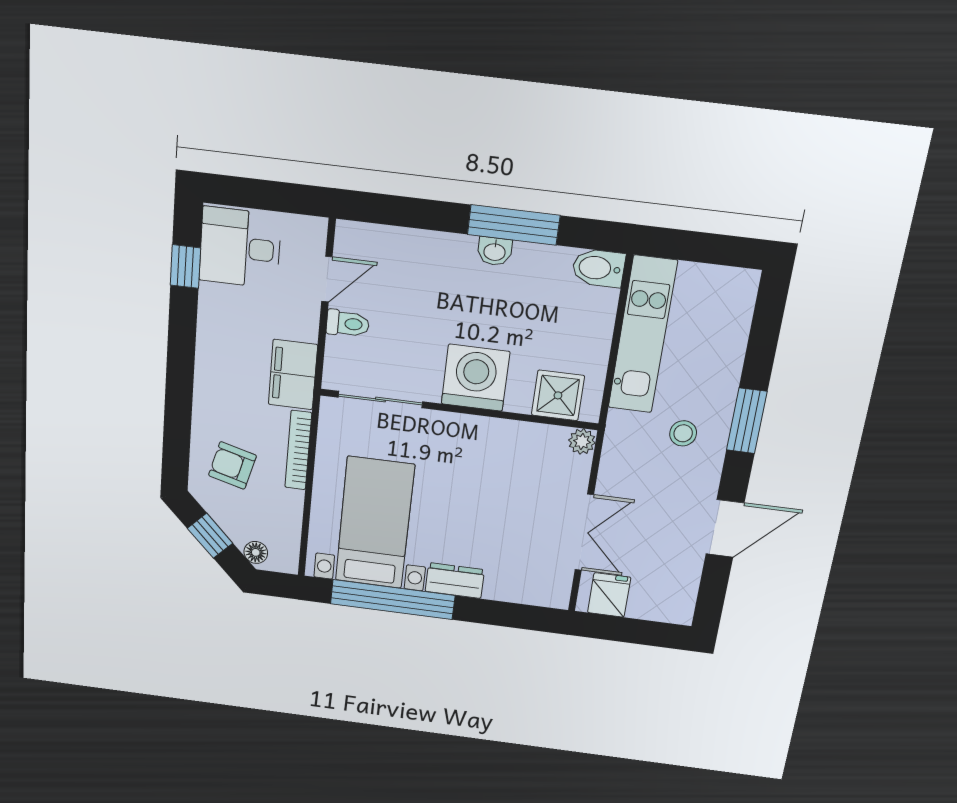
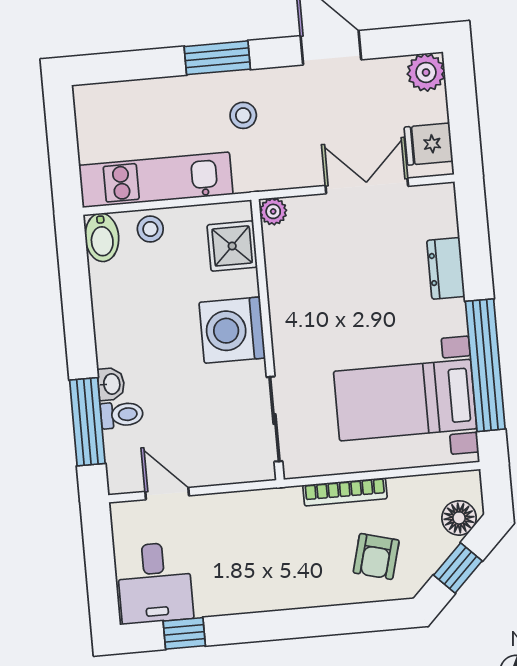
window: (514, 225) -> (87, 422), moved
washbasin: (495, 251) -> (111, 384), moved
stool: (595, 319) -> (150, 229), added
toilet: (348, 324) -> (122, 415), moved, turned 90
filing cabinet: (293, 375) -> (268, 511), removed
floor lamp: (256, 552) -> (459, 518), width x1.37, depth x1.37
dresser: (455, 581) -> (446, 268), moved
plant: (677, 607) -> (426, 72), added

